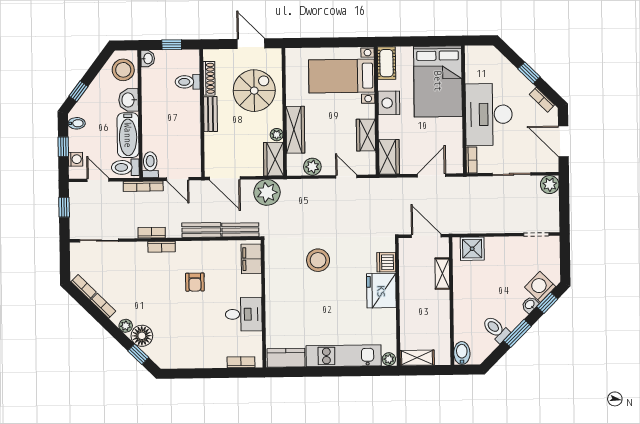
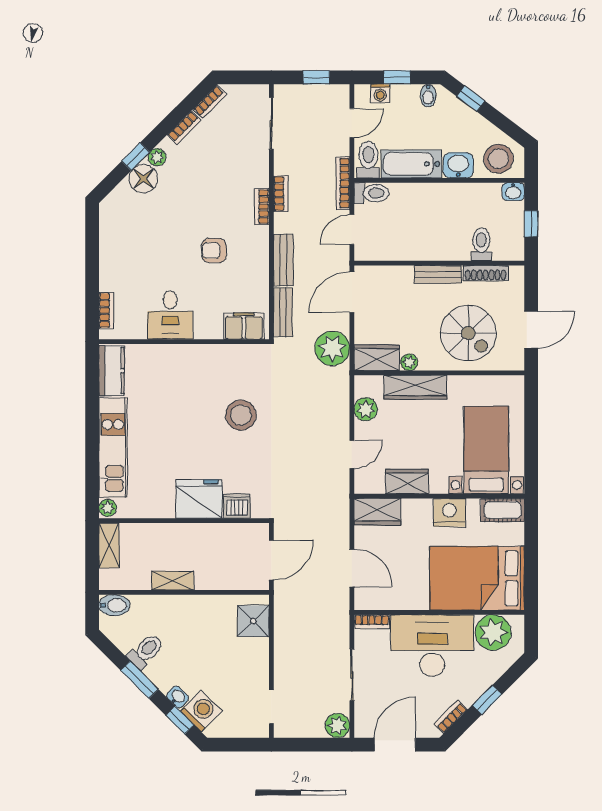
plant: (478, 69) -> (493, 633), added
shelving: (442, 274) -> (173, 581), moved
window: (138, 354) -> (136, 157), moved

